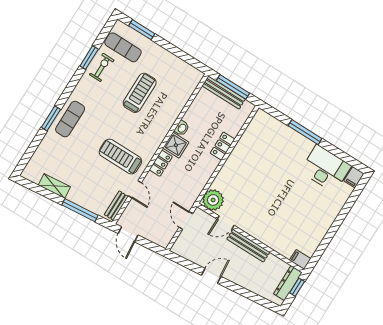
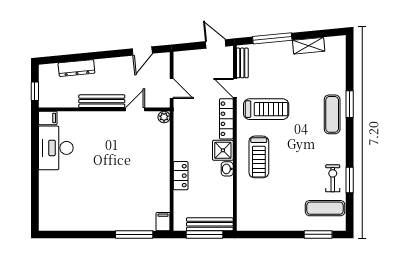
exercise bike: (102, 67) -> (333, 178), turned 180
treadmill: (140, 93) -> (259, 157), moved
window: (305, 132) -> (134, 234), moved
locker: (161, 163) -> (226, 119), width x1.53
desk: (326, 168) -> (56, 148), moved, turned 90
filing cabinet: (354, 177) -> (163, 222), moved
plant: (213, 200) -> (164, 117), width x0.53, depth x0.53
door: (211, 276) -> (142, 51), moved
dresser: (288, 283) -> (76, 68), moved, turned 84

